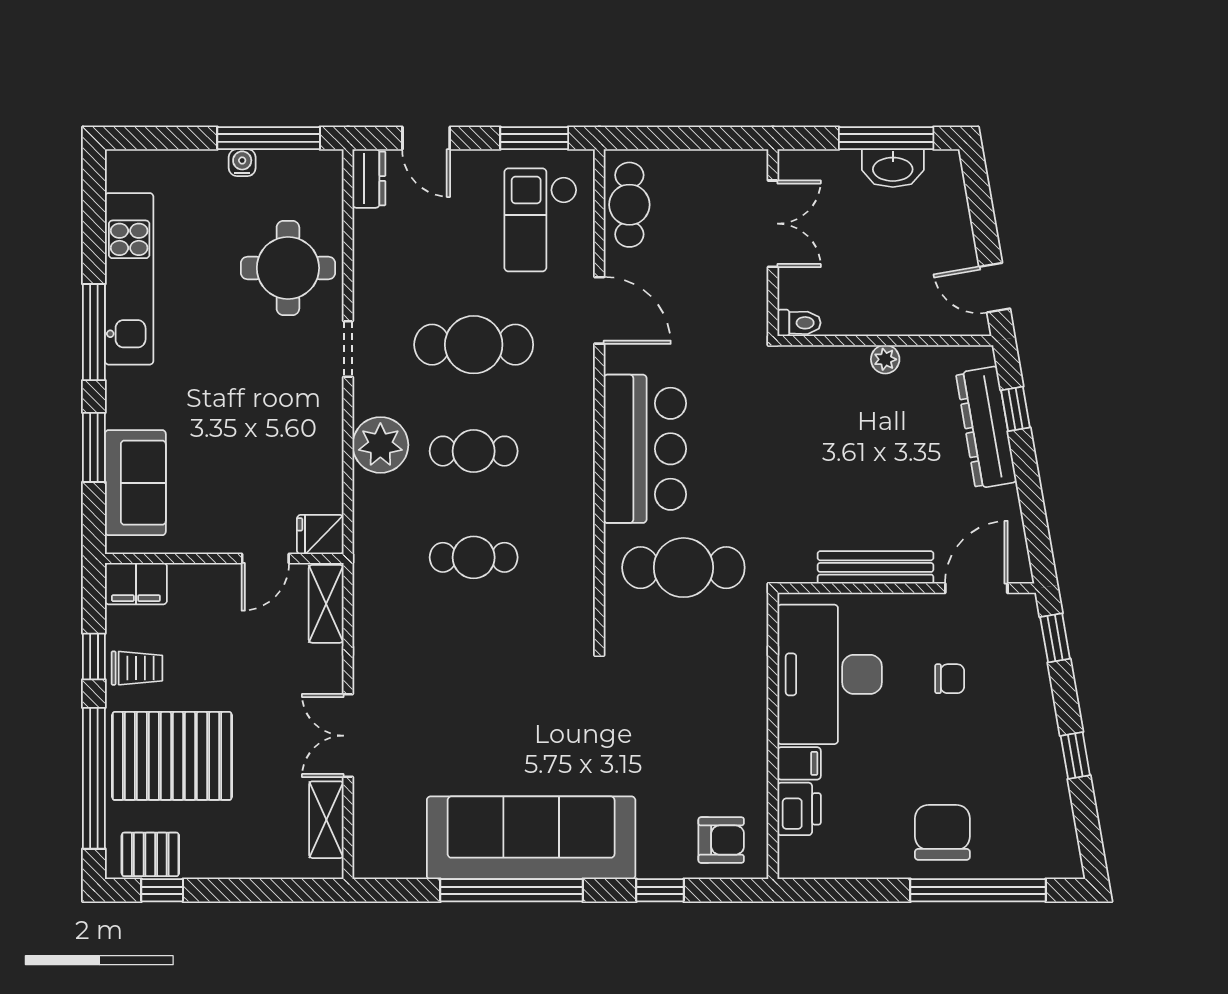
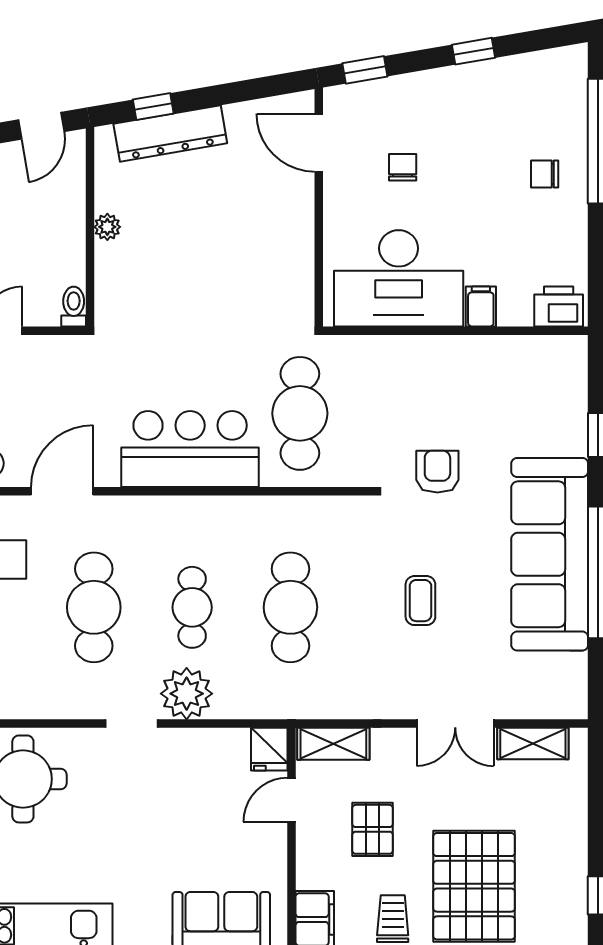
doorway: (348, 349) -> (132, 723), moved
cafe table: (474, 557) -> (290, 607), width x1.37, depth x1.35
door: (265, 559) -> (292, 800), swing flipped
bench: (876, 567) -> (300, 236), removed
coffee table: (481, 698) -> (420, 601), added
printer: (799, 809) -> (559, 306), moved
chair: (942, 832) -> (545, 174), width x0.54, depth x0.54
armchair: (721, 840) -> (437, 472), moved
pallet: (150, 854) -> (373, 829), moved

